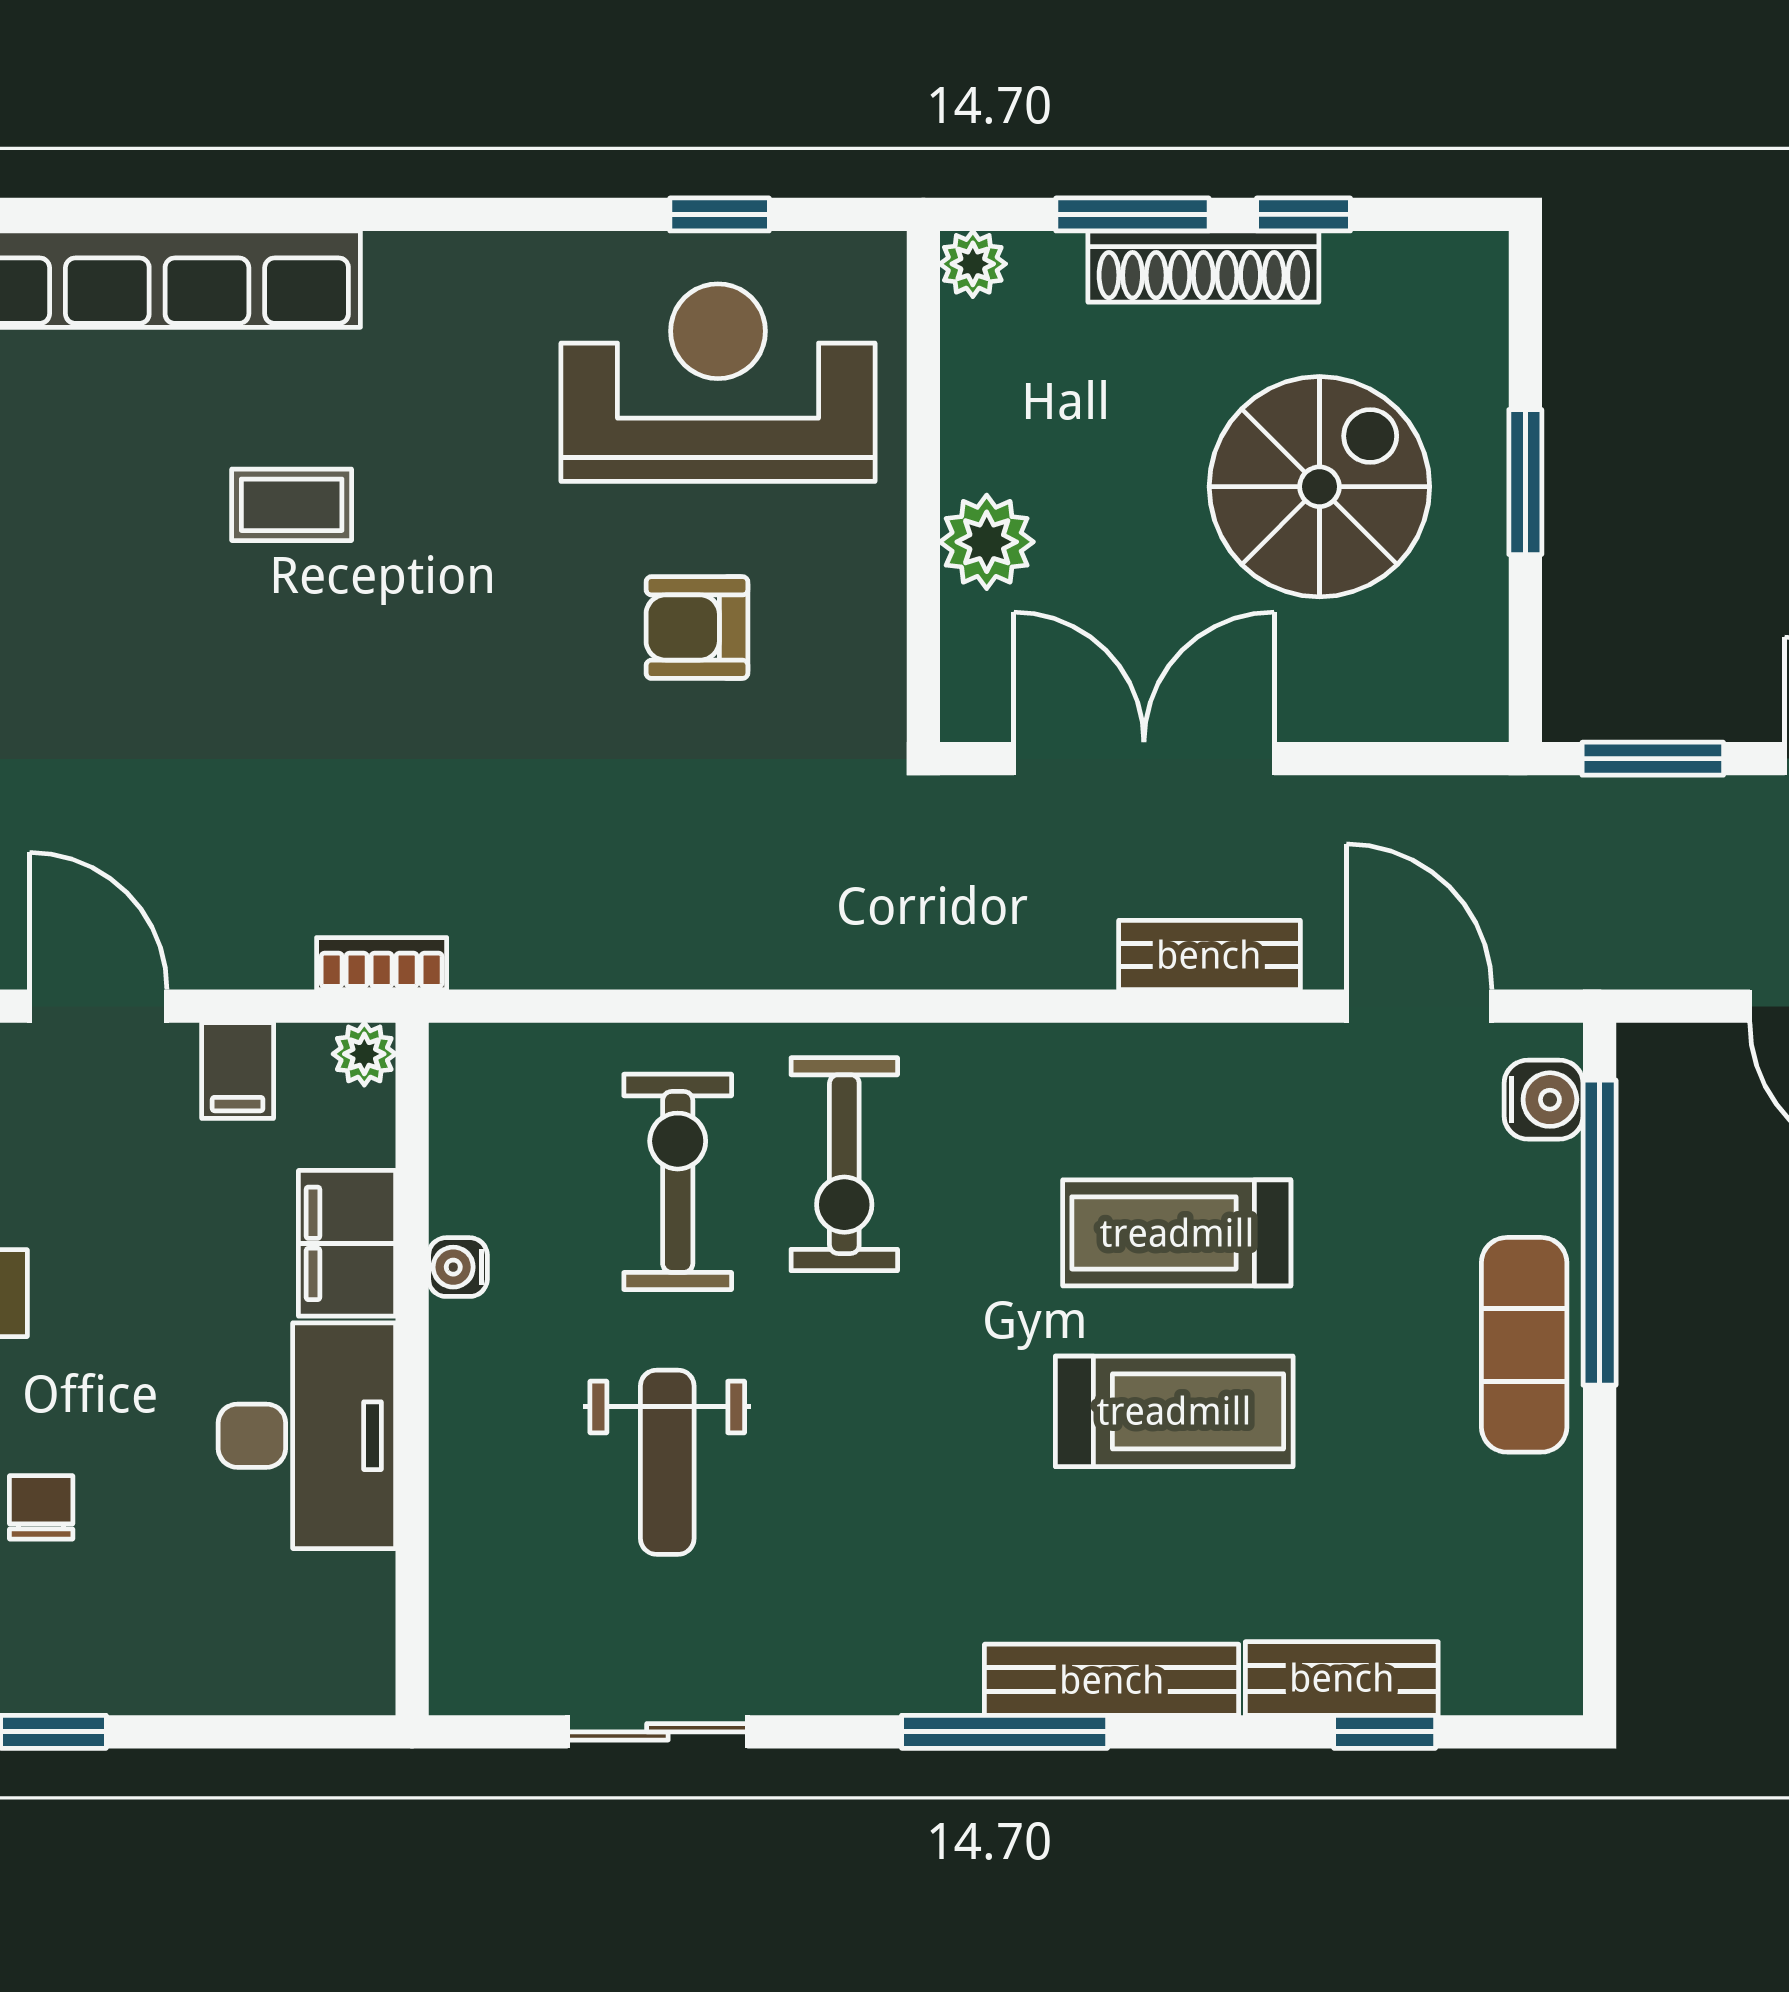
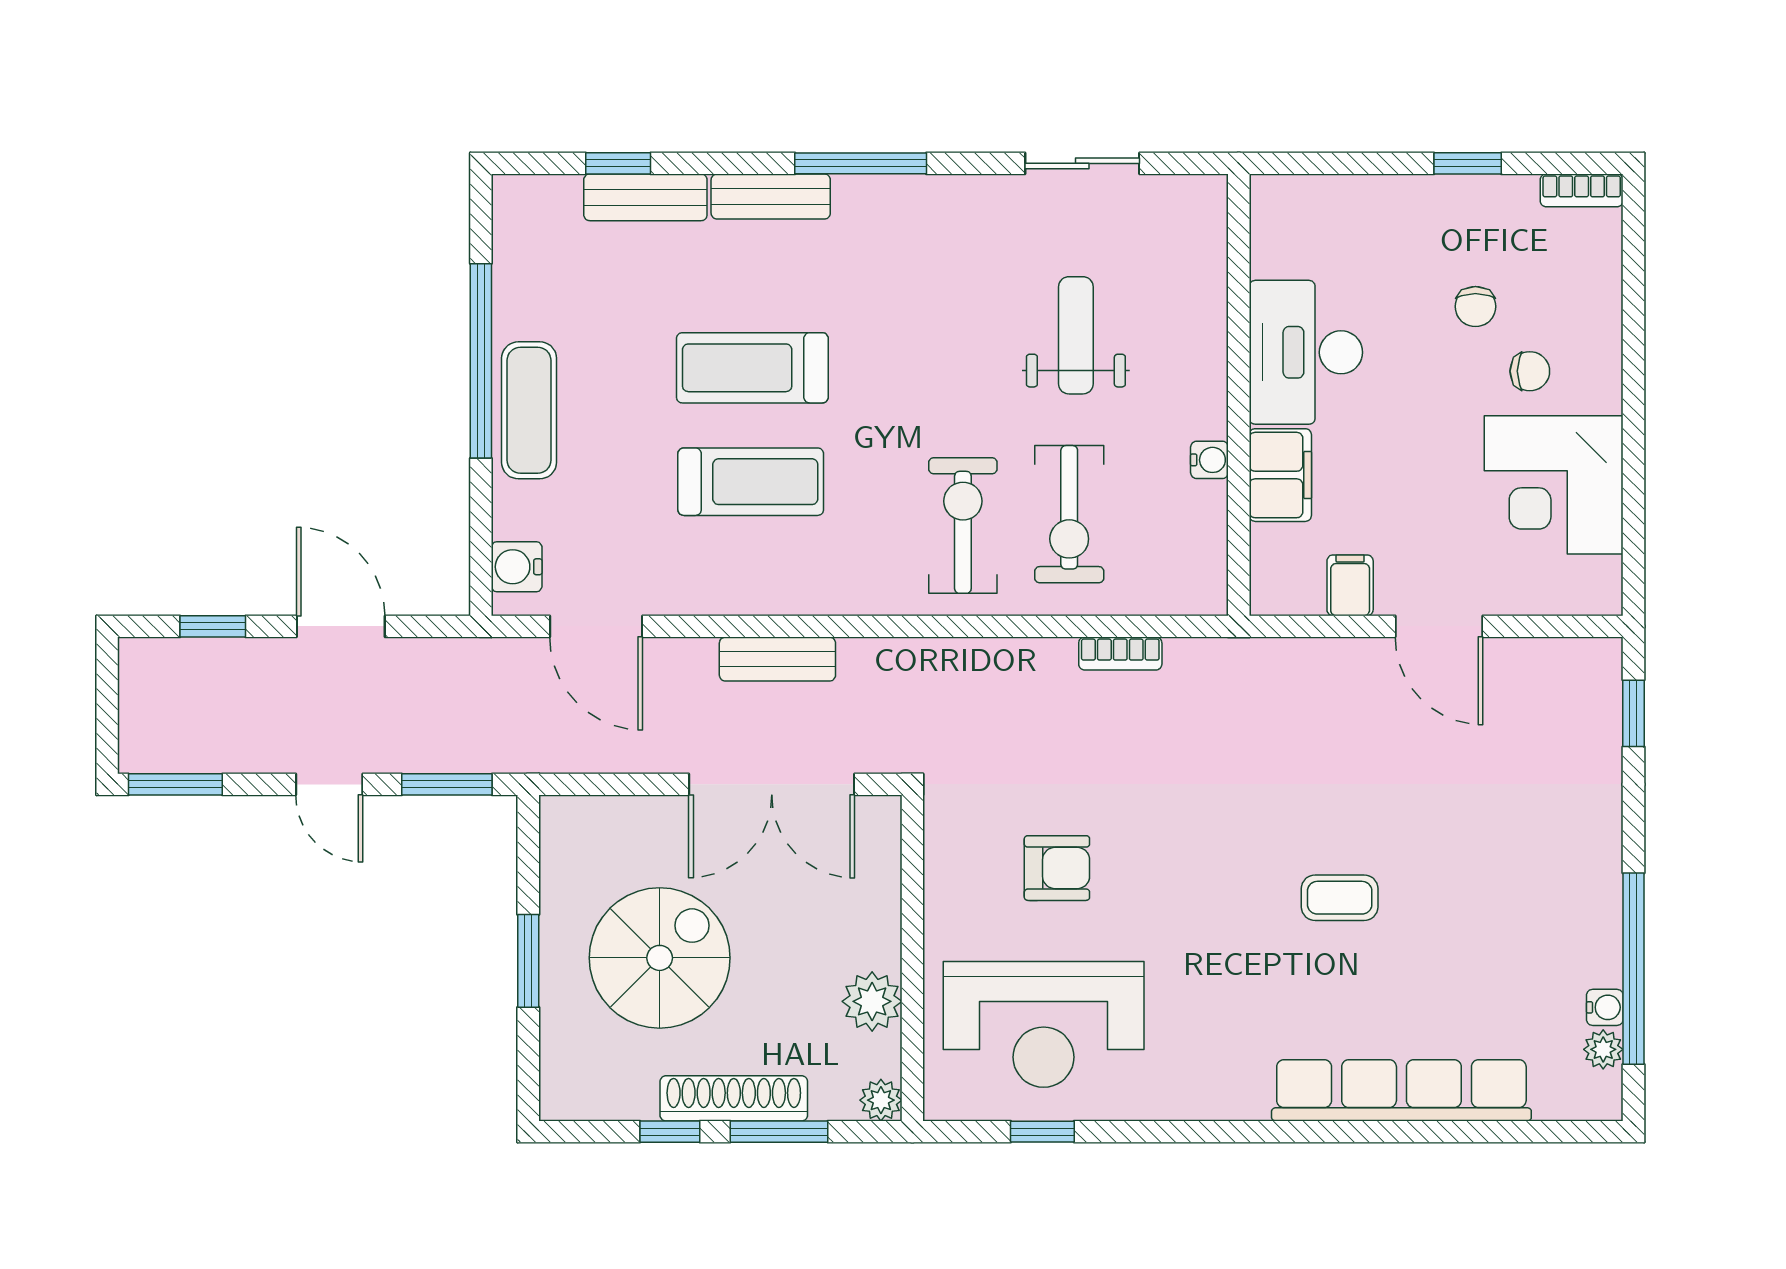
spiral stairs: (1319, 487) -> (660, 958), turned 180
coffee table: (292, 505) -> (1340, 898), moved
plant: (987, 542) -> (872, 1001), moved
bench: (1209, 955) -> (777, 659), moved
bookcase: (382, 964) -> (1120, 654), moved
plant: (364, 1054) -> (1269, 596), removed
window: (1600, 1233) -> (481, 361), moved
bench: (1112, 1680) -> (771, 197), width x0.73

